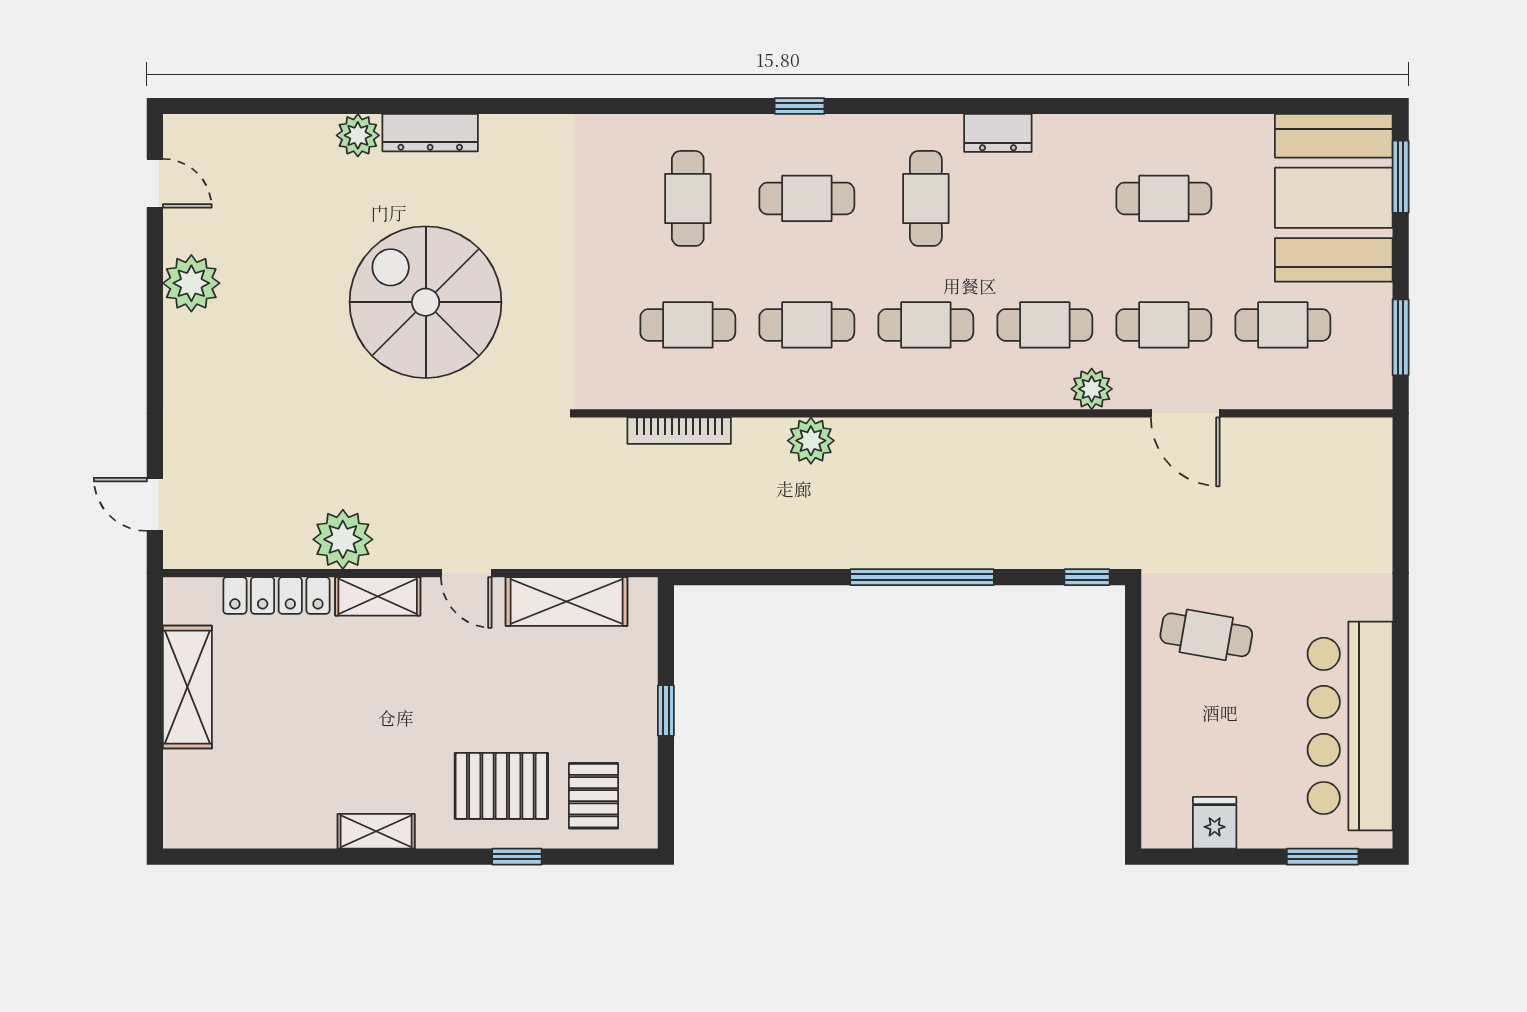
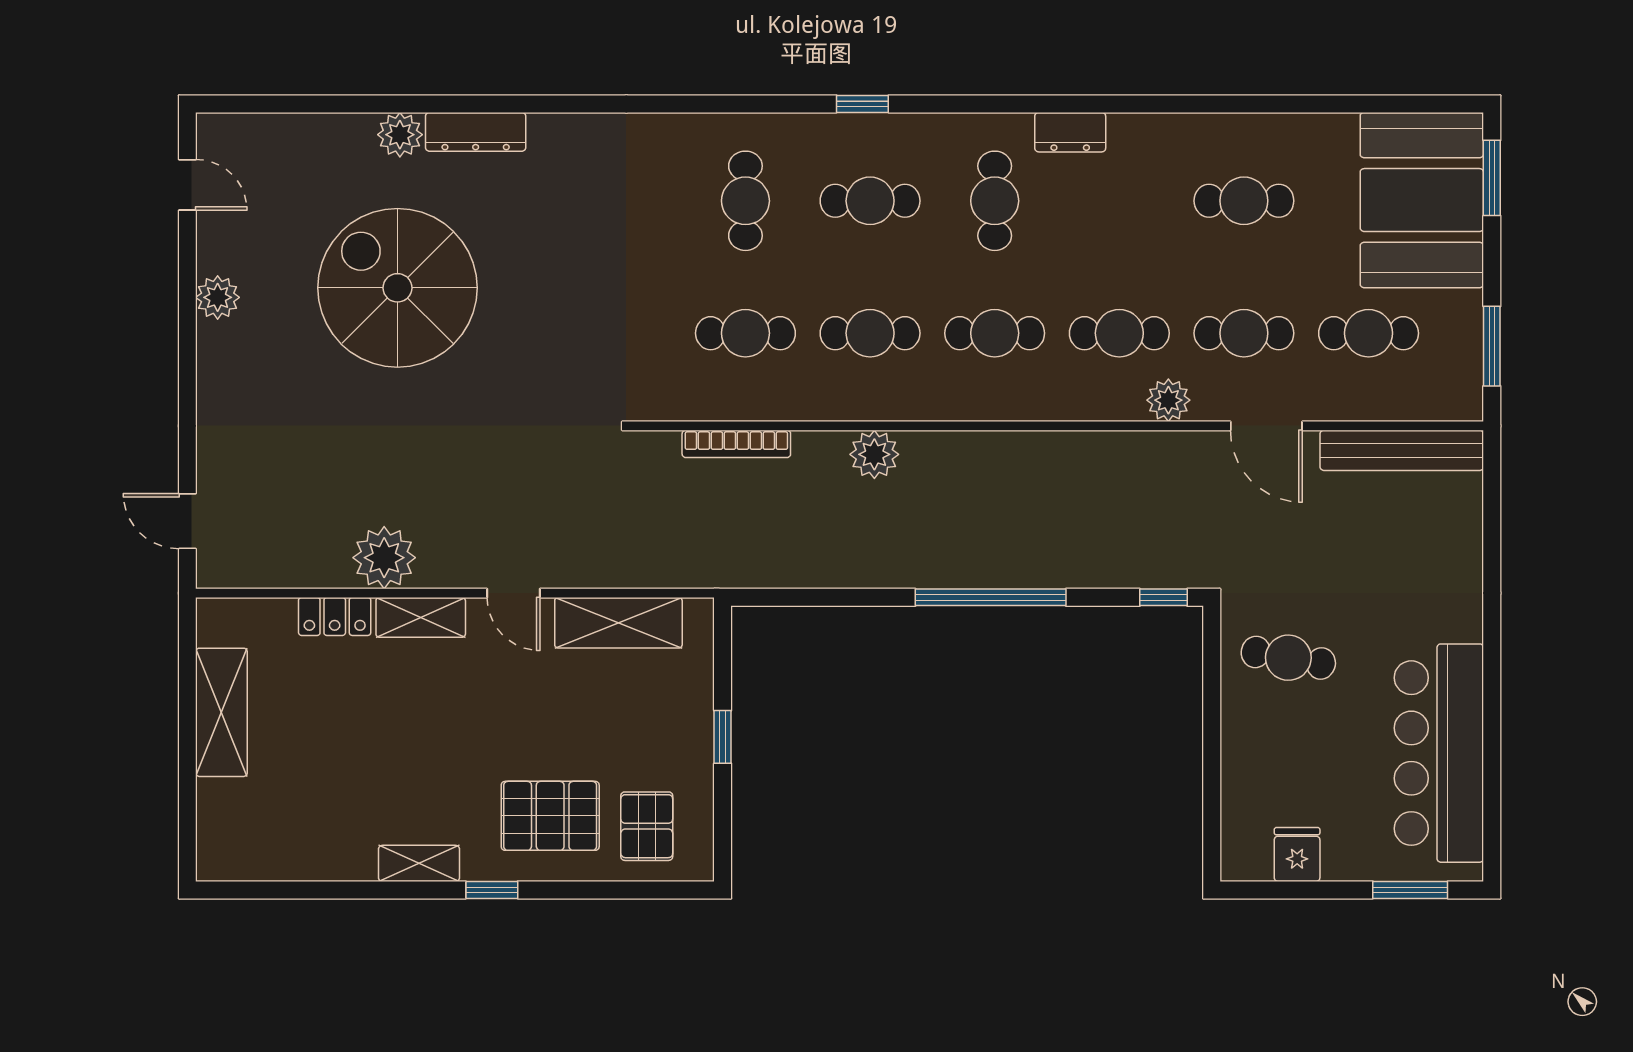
plant: (191, 283) -> (218, 297), width x0.73, depth x0.73
spiral stairs: (426, 302) -> (397, 288), moved
bench: (1315, 437) -> (1402, 450), added
locker: (276, 595) -> (335, 616), width x0.66
window: (517, 857) -> (492, 890), moved

